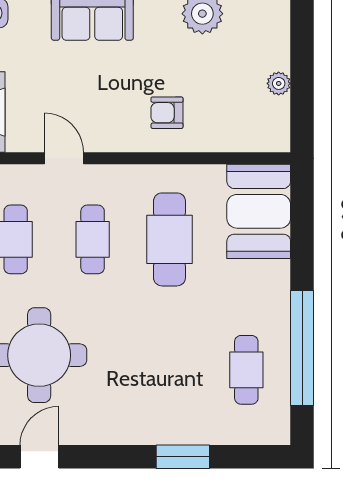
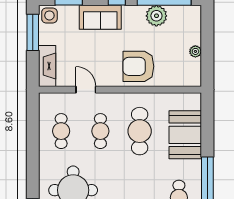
armchair: (167, 113) -> (138, 66), width x1.88, depth x1.88
booth: (259, 211) -> (185, 135), moved

